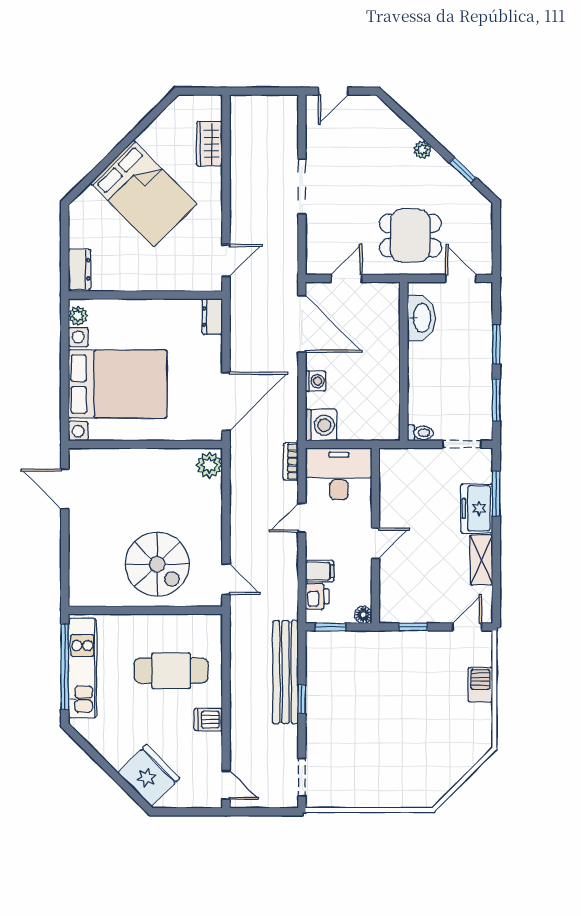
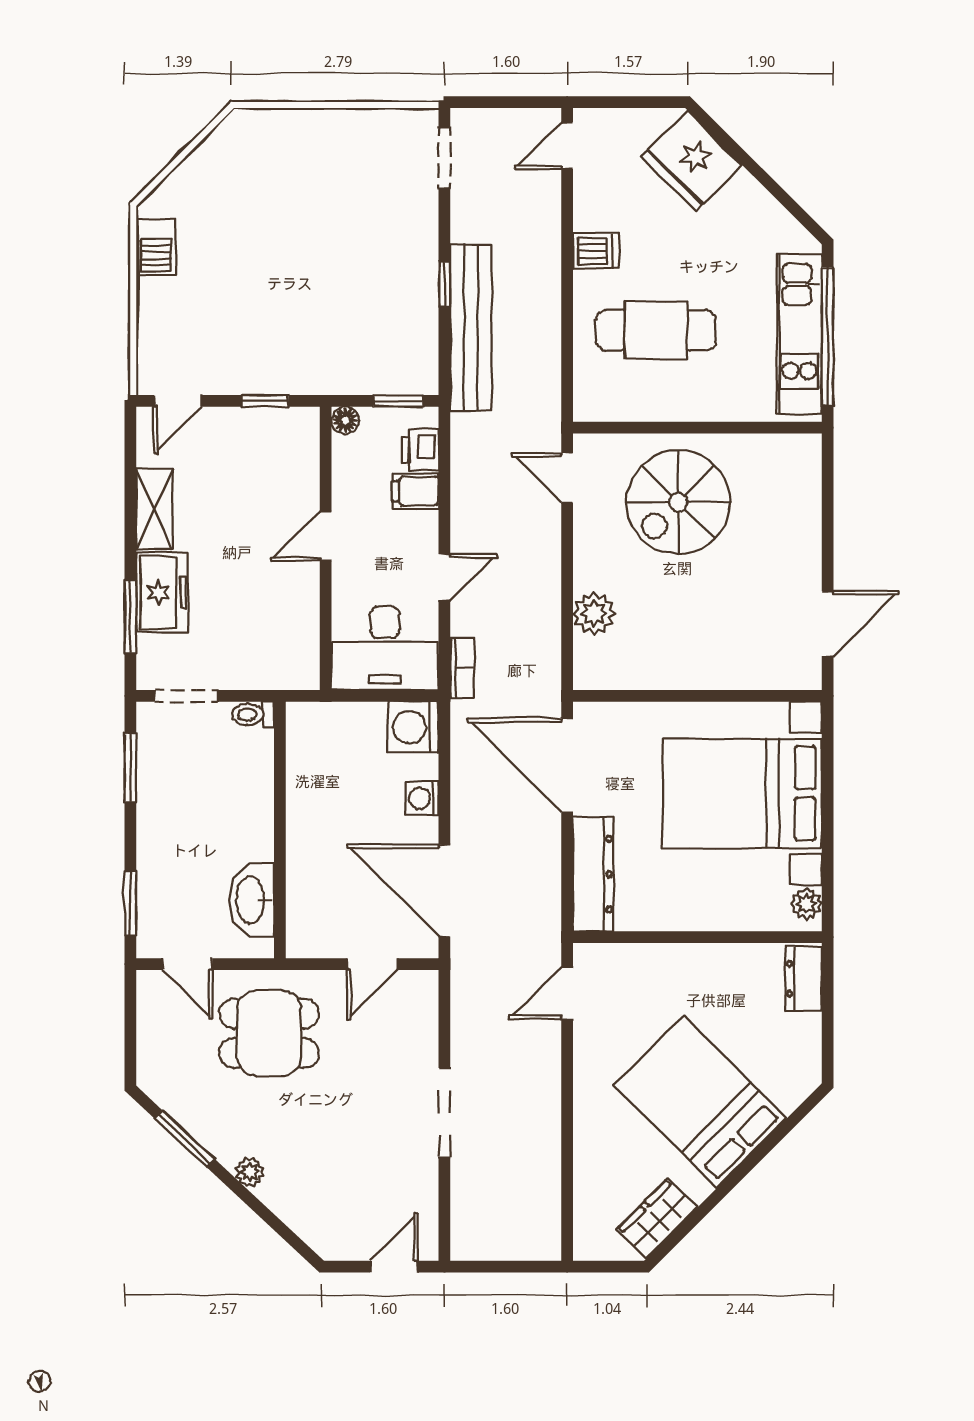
wardrobe: (209, 144) -> (657, 1218), moved, turned -135
window: (463, 170) -> (185, 1139), width x1.50
dresser: (212, 317) -> (593, 874), width x1.96, depth x1.24
window: (496, 344) -> (130, 903), moved
door: (226, 401) -> (567, 765), hinge flipped
plant: (209, 465) -> (594, 614), moved
door: (65, 489) -> (828, 624), hinge flipped
spiral stairs: (157, 564) -> (678, 502), turned -90
barbecue: (480, 685) -> (156, 247), moved
door: (226, 785) -> (567, 146), hinge flipped

